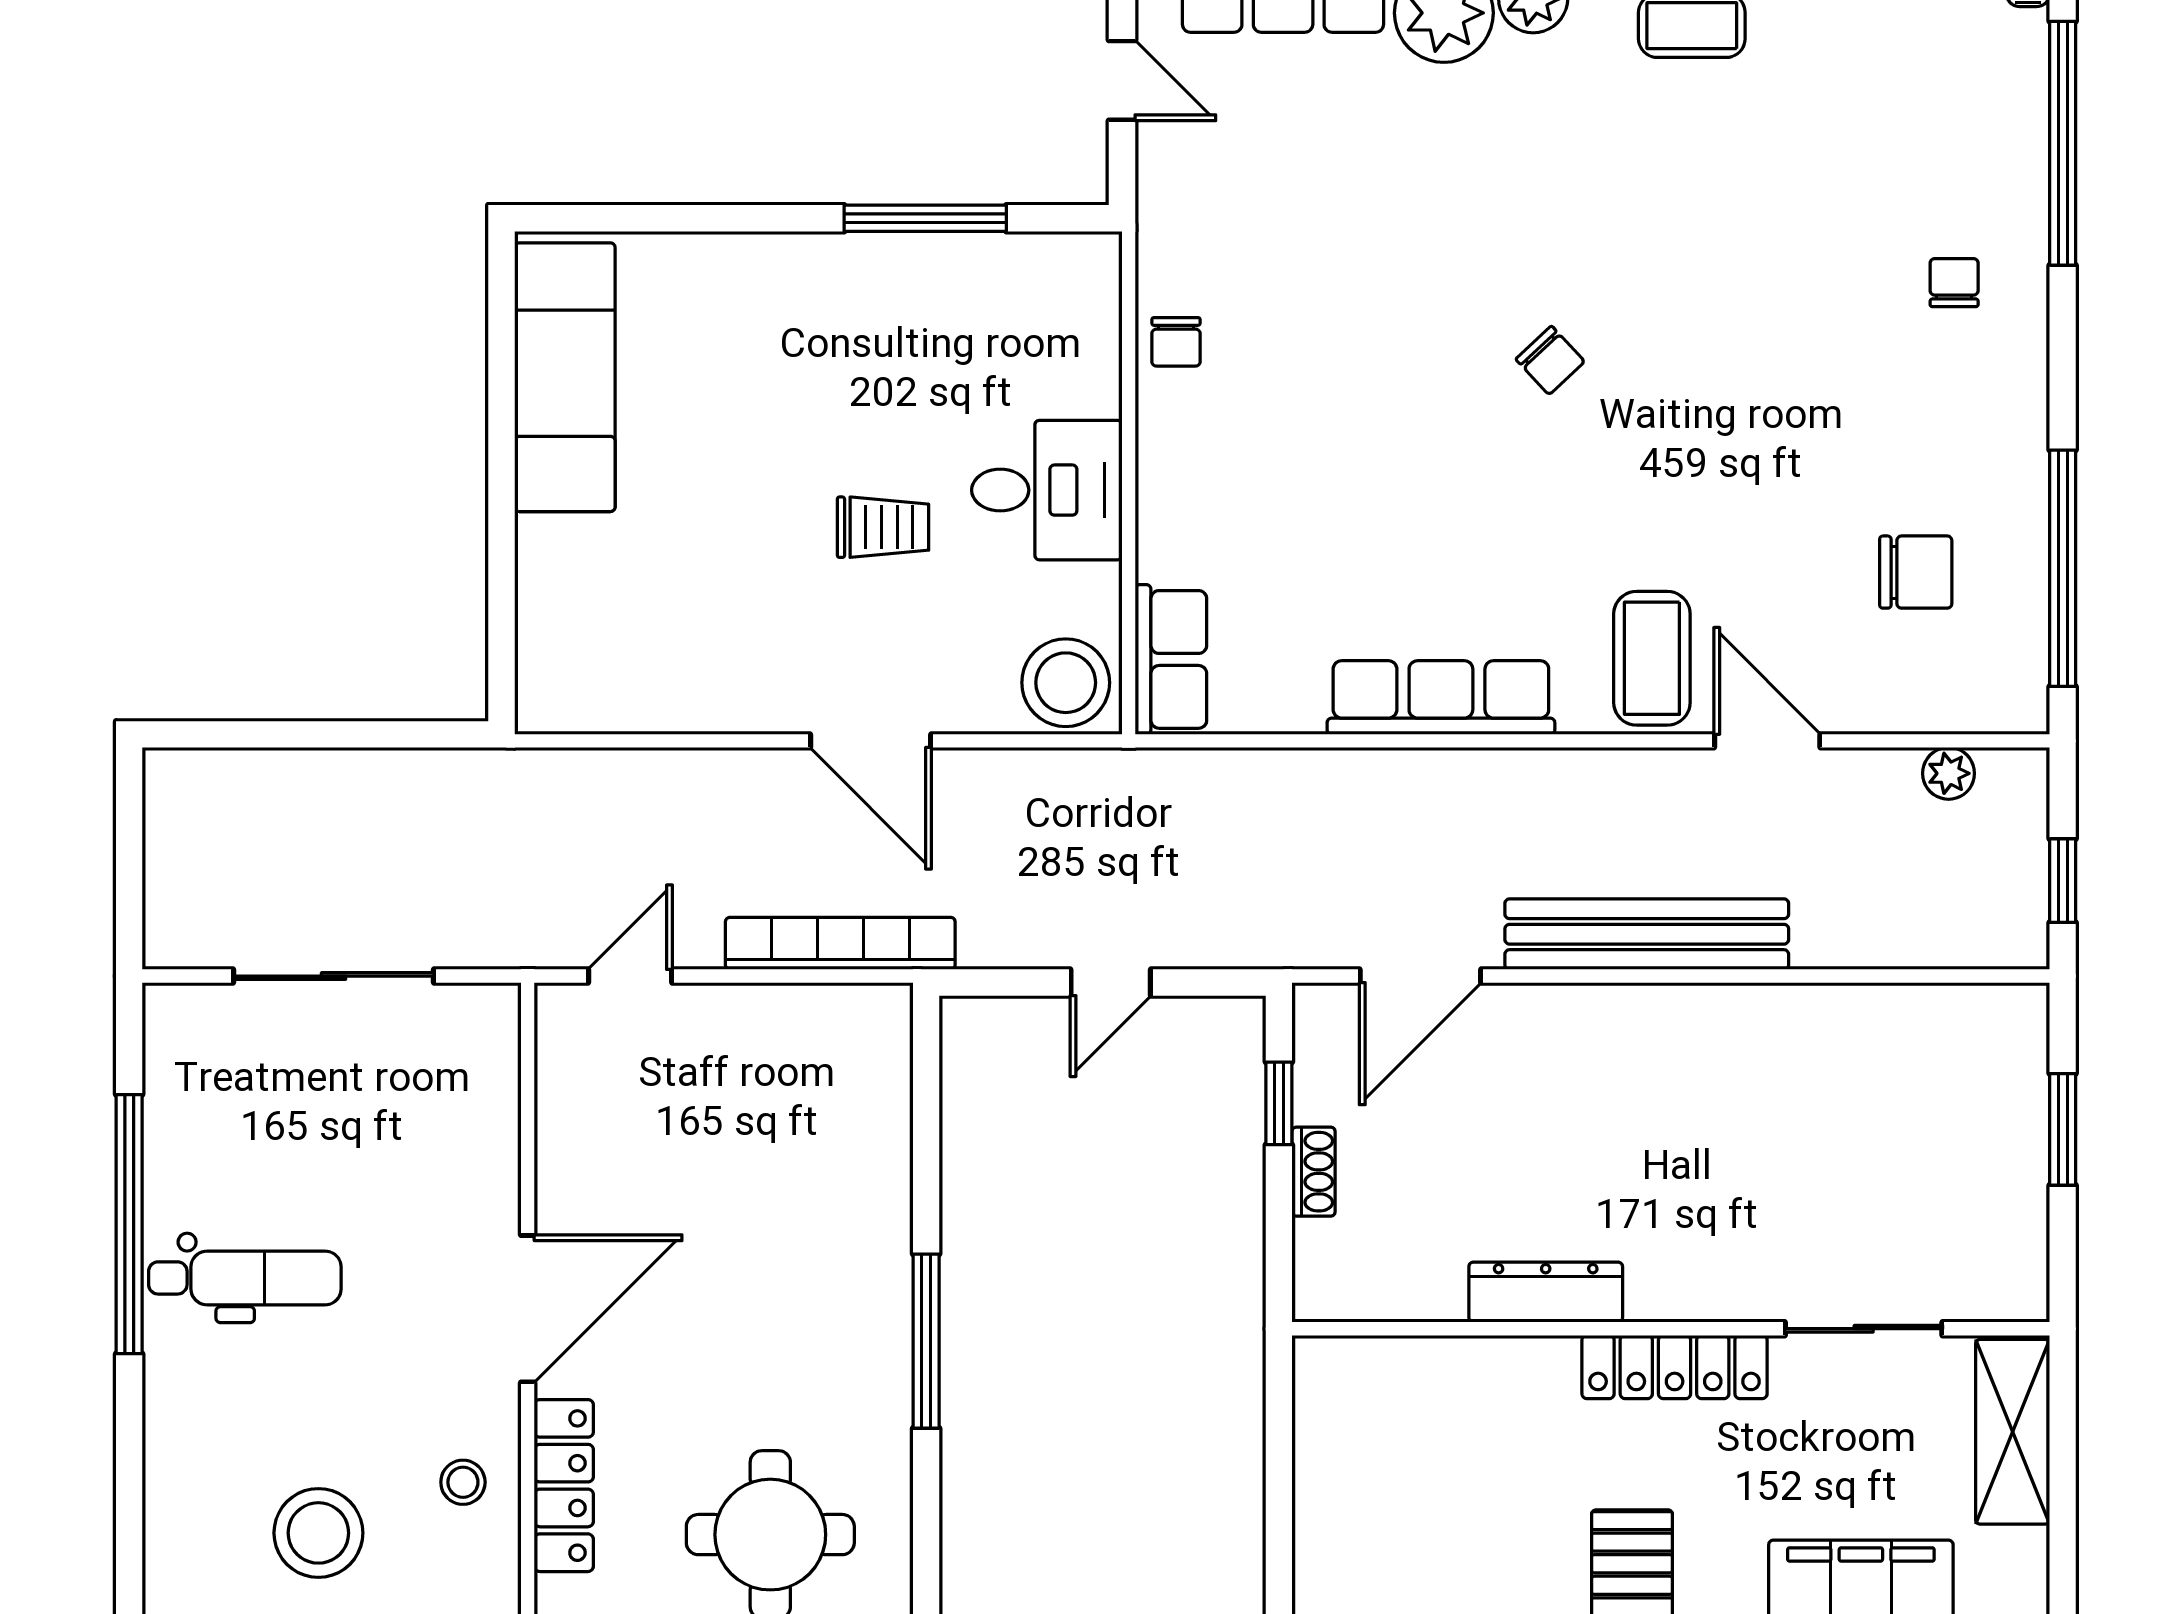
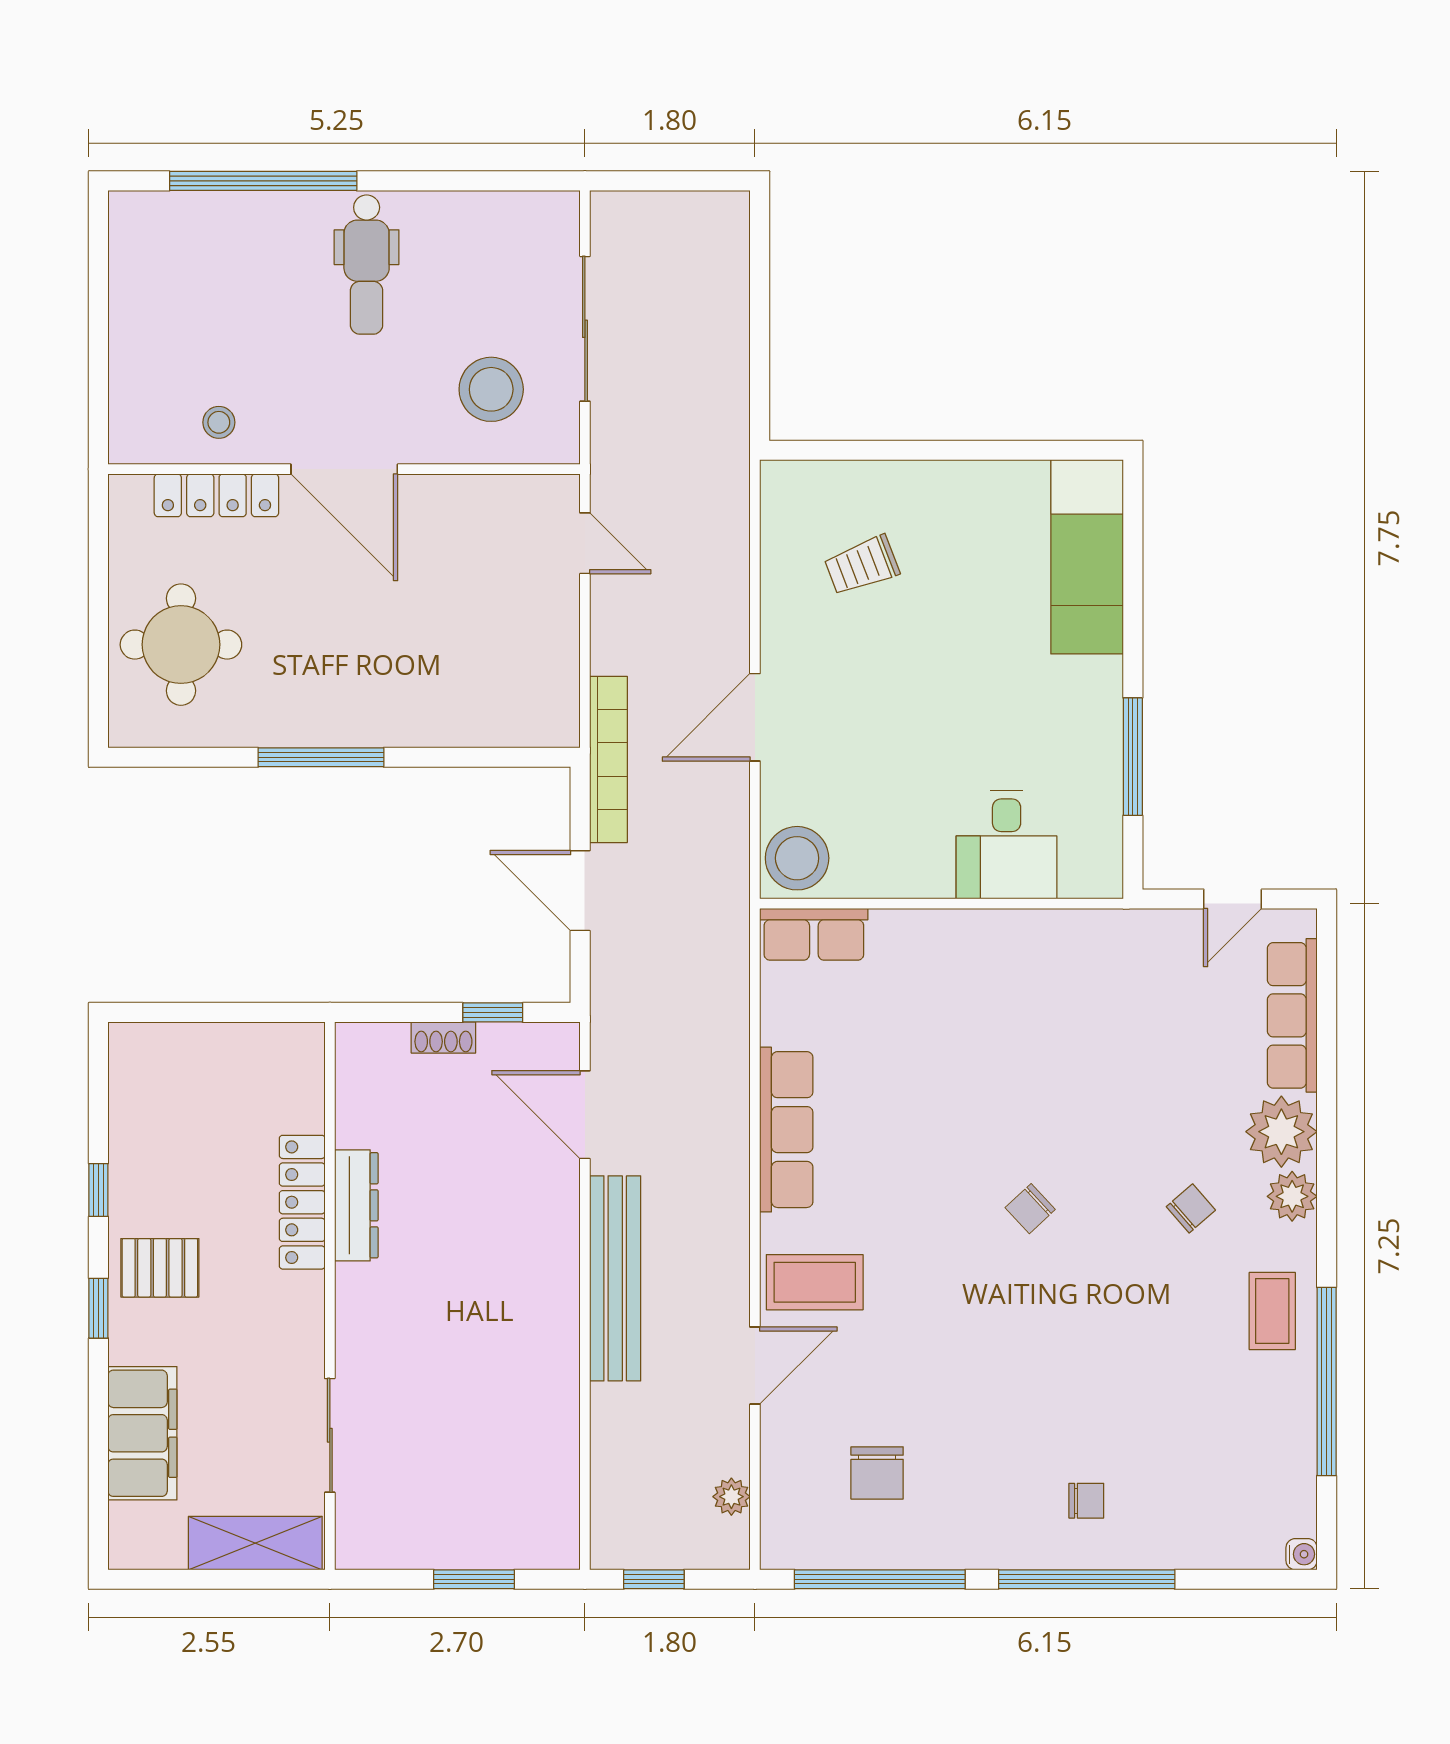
window: (2063, 143) -> (1087, 1579), moved
chair: (1176, 342) -> (1191, 1208), moved, turned 139
exam couch: (565, 377) -> (1087, 557), moved, turned 90
desk: (1047, 490) -> (1007, 845), moved
trolley: (883, 527) -> (862, 565), moved, turned 69
bookcase: (840, 943) -> (609, 759), moved
door: (1111, 983) -> (580, 891), width x1.38
window: (129, 1224) -> (263, 181), moved
locker: (1675, 1367) -> (302, 1202), moved
stool: (318, 1533) -> (491, 389), moved

